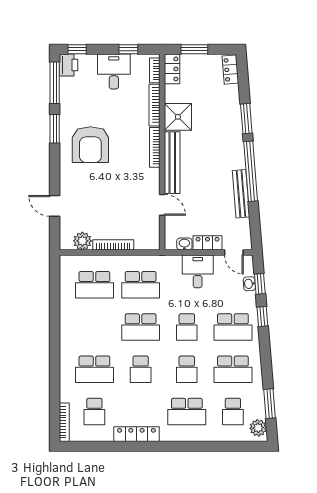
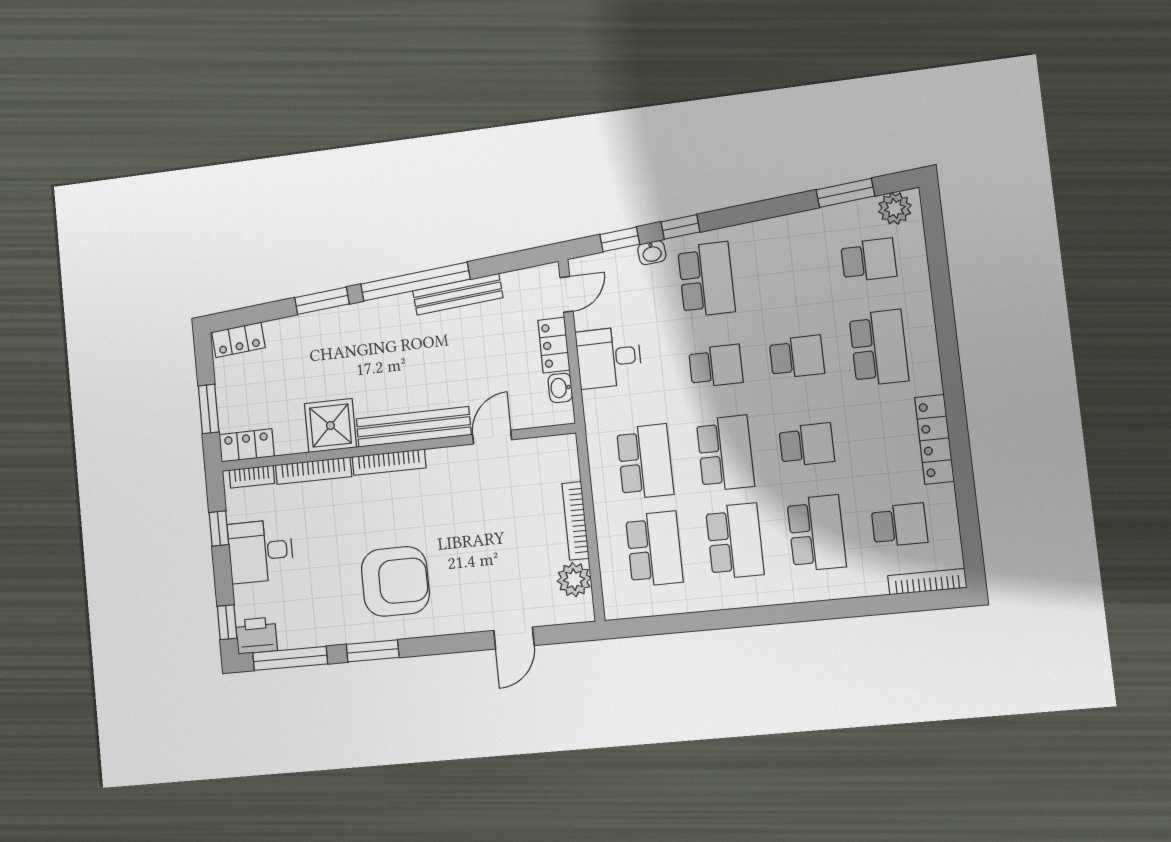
washbasin: (249, 284) -> (652, 253), moved
school desk: (233, 369) -> (735, 541), moved

